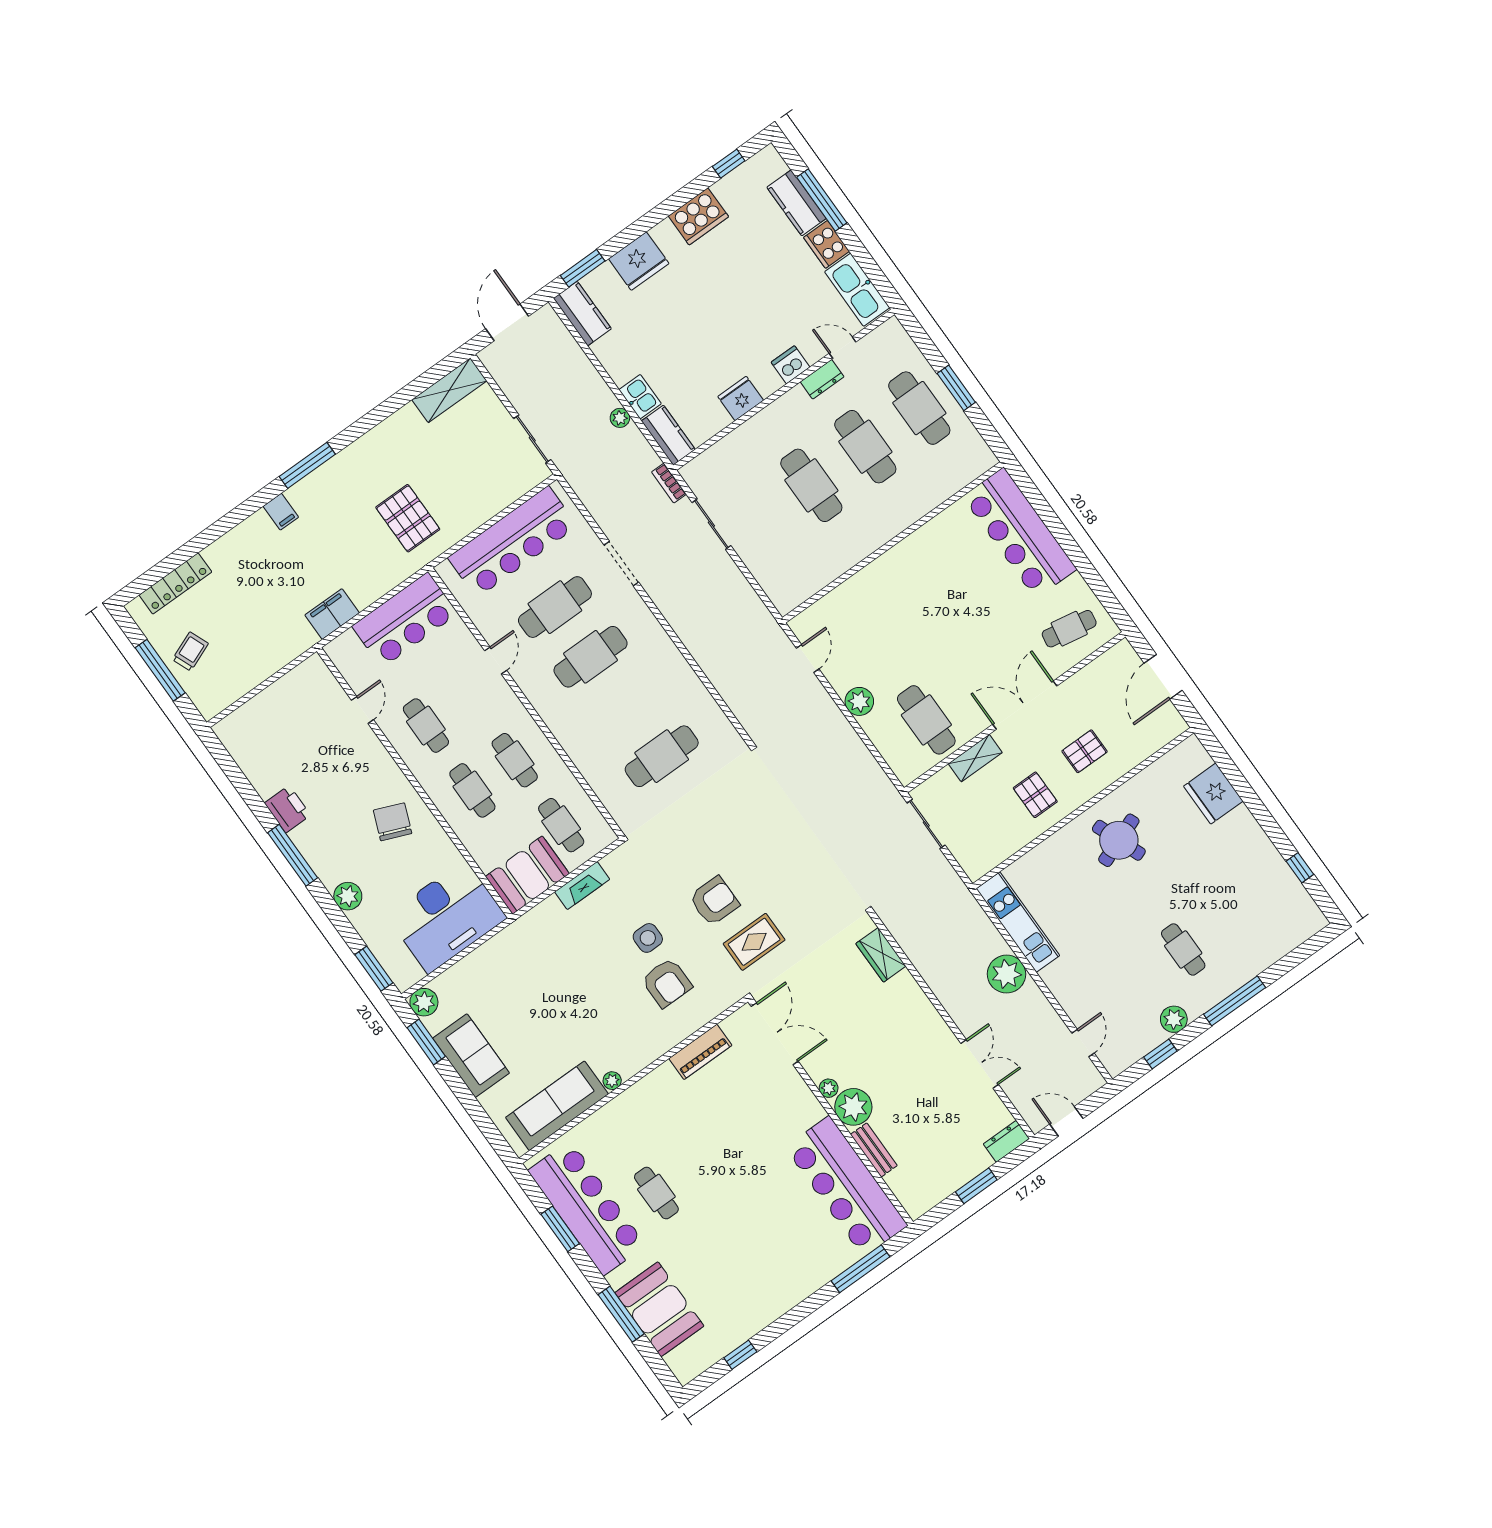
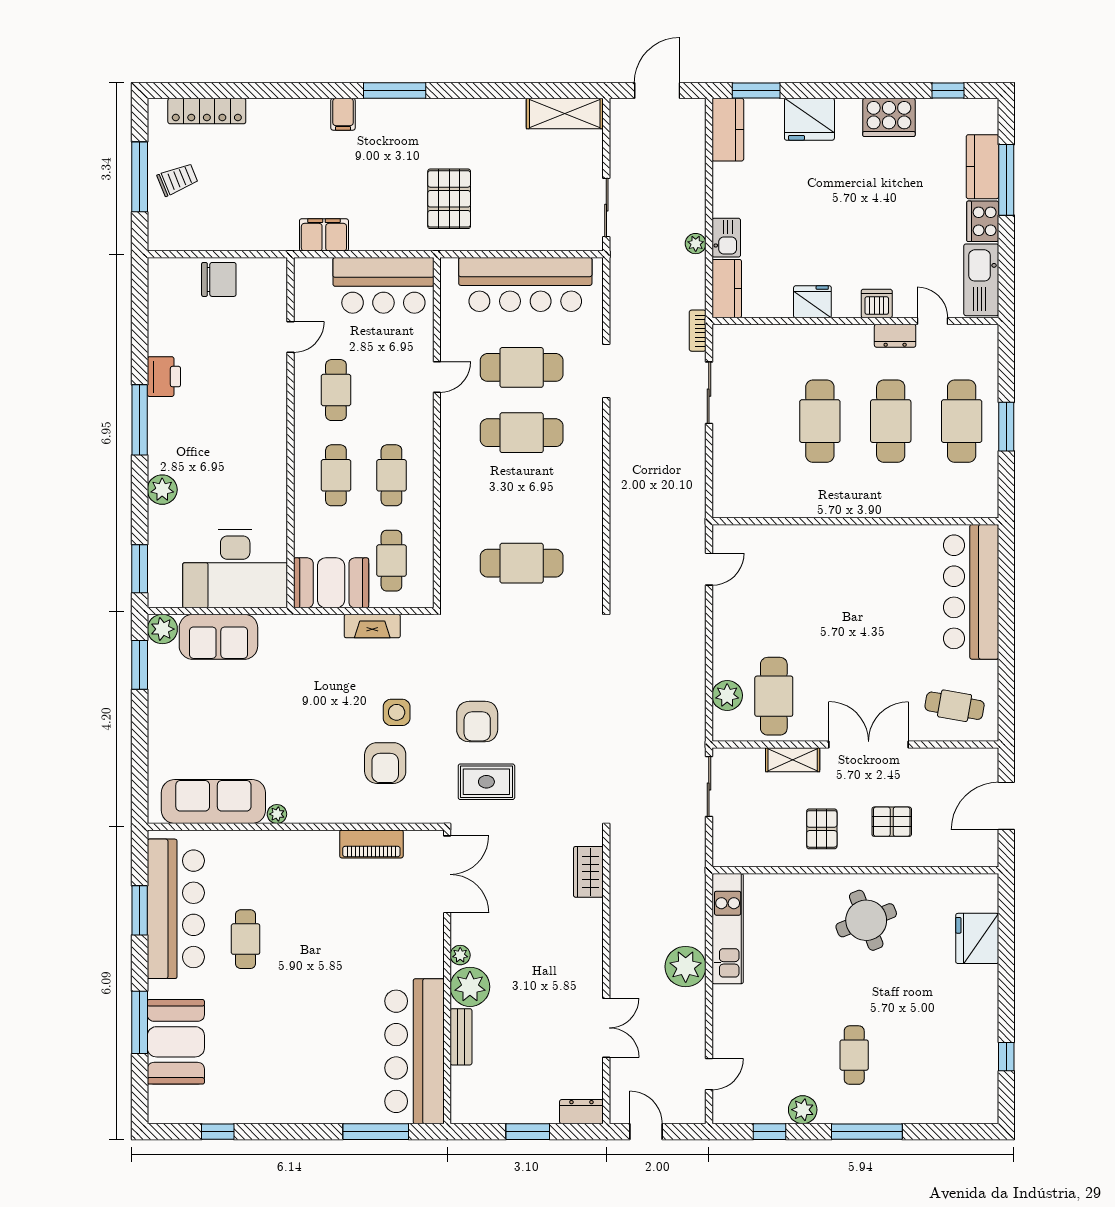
plant: (859, 701) -> (727, 695), moved
chair: (393, 822) -> (219, 279), moved, turned 68
armchair: (714, 901) -> (477, 722), turned 90
sofa: (471, 1056) -> (218, 637), moved, turned 90

